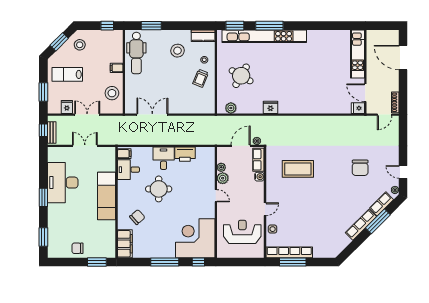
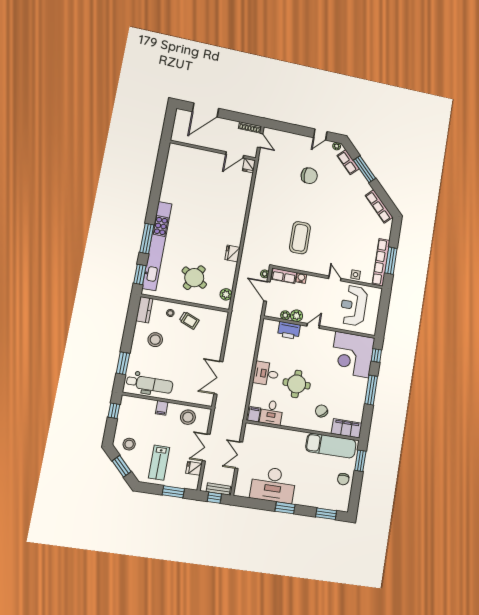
kitchen unit: (358, 54) -> (194, 155), removed
printer: (185, 154) -> (289, 330), moved, turned 90
exam couch: (107, 196) -> (331, 446), moved
row of seats: (361, 225) -> (379, 206), moved

